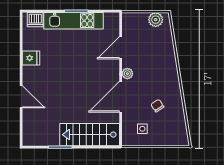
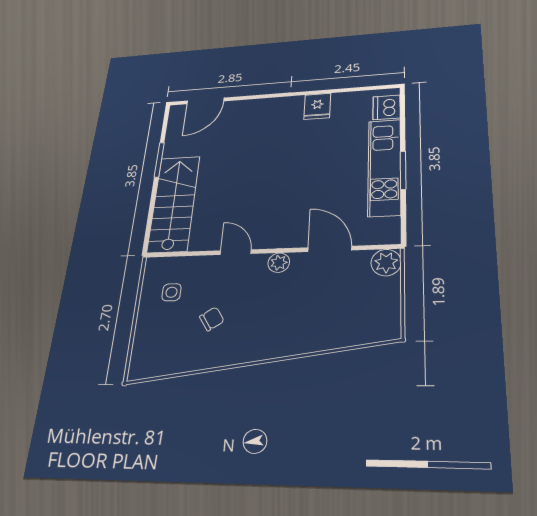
plant: (156, 20) -> (386, 263), moved
door: (21, 97) -> (205, 101), moved
door: (121, 97) -> (236, 252), width x0.53

